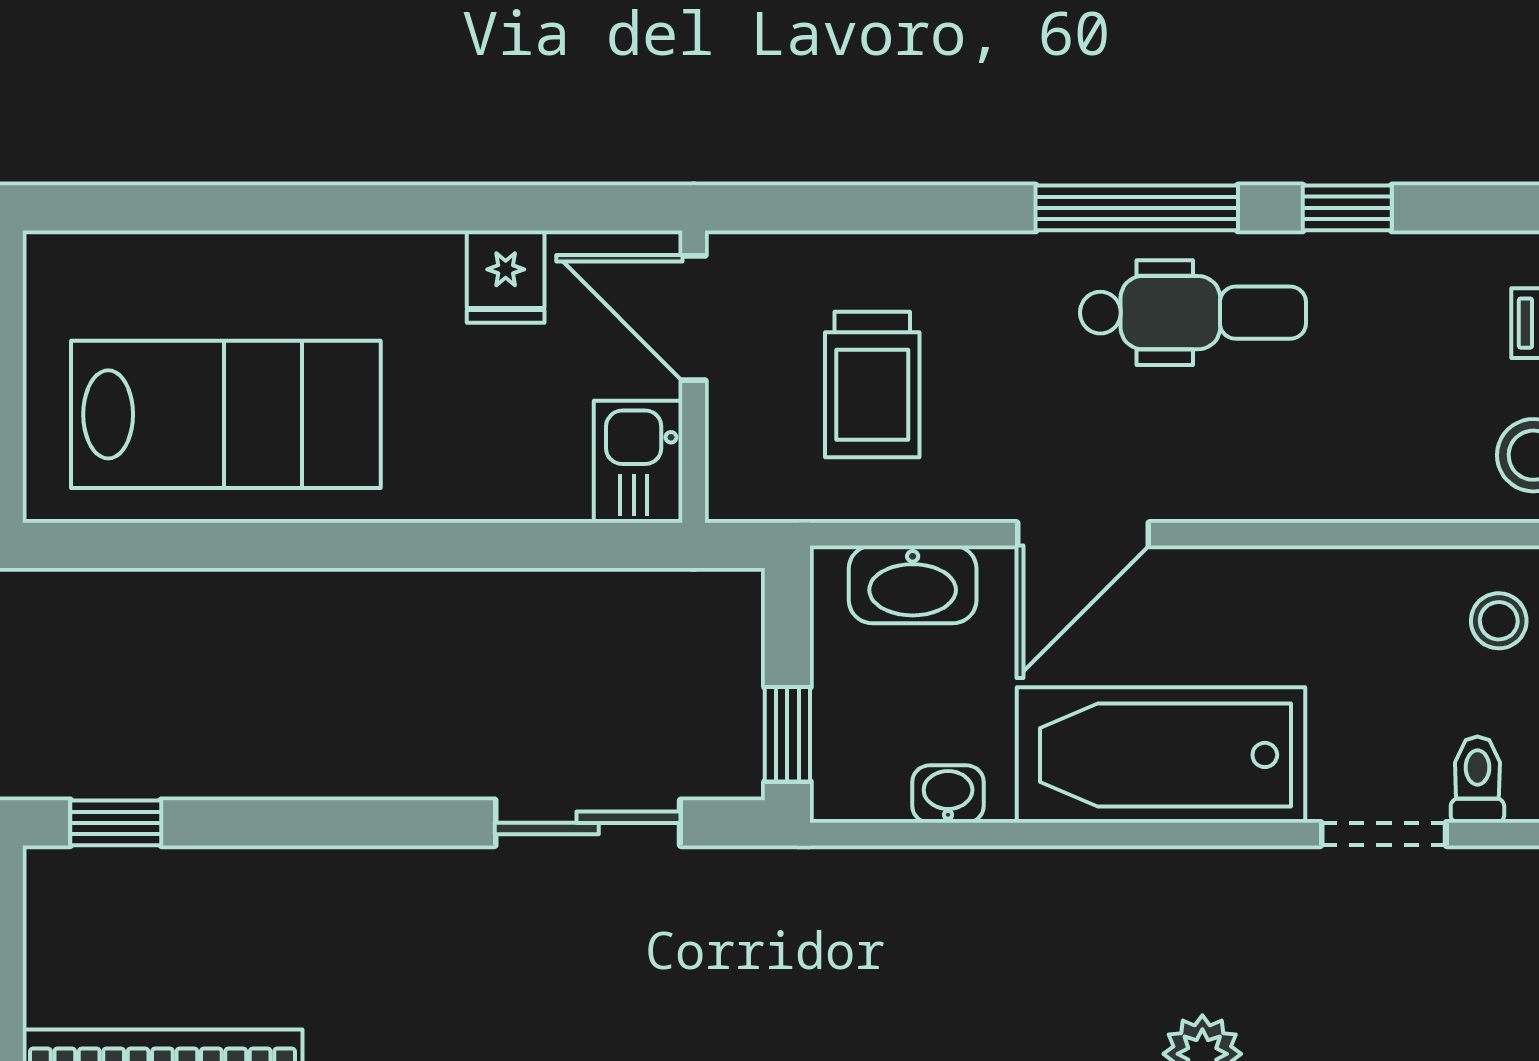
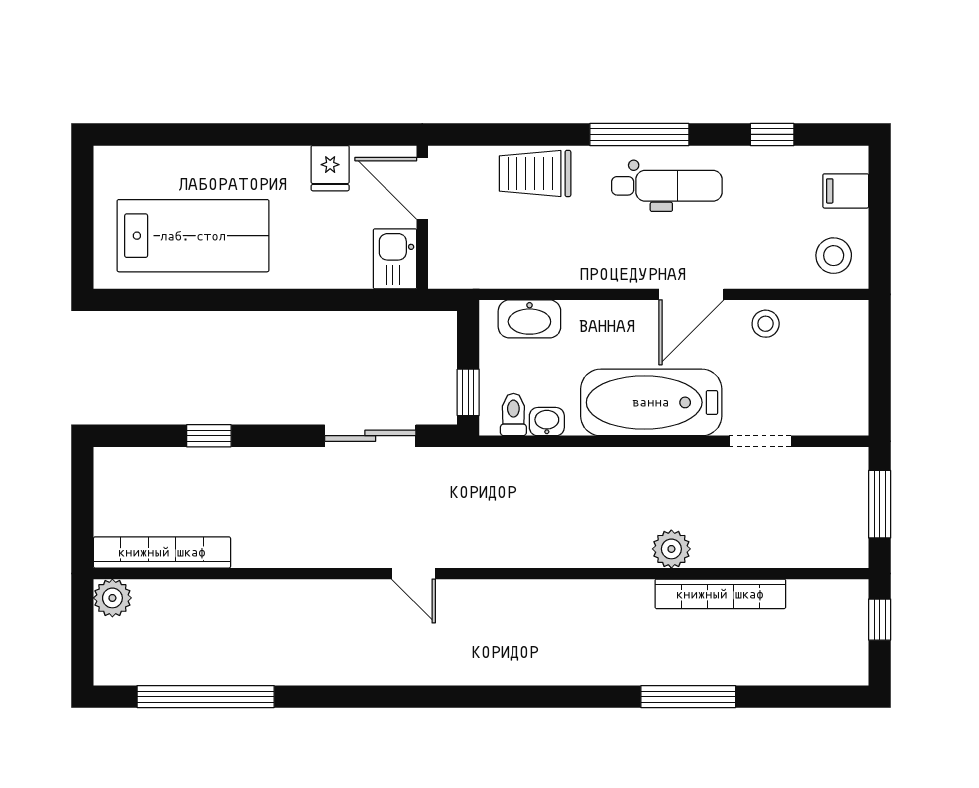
window: (1347, 208) -> (772, 134), moved
trolley: (872, 385) -> (535, 173), moved, turned 90
door: (1083, 534) -> (691, 294), moved
stool: (1499, 621) -> (766, 324), moved
toilet: (1477, 780) -> (513, 415), moved
window: (116, 823) -> (209, 436), moved

